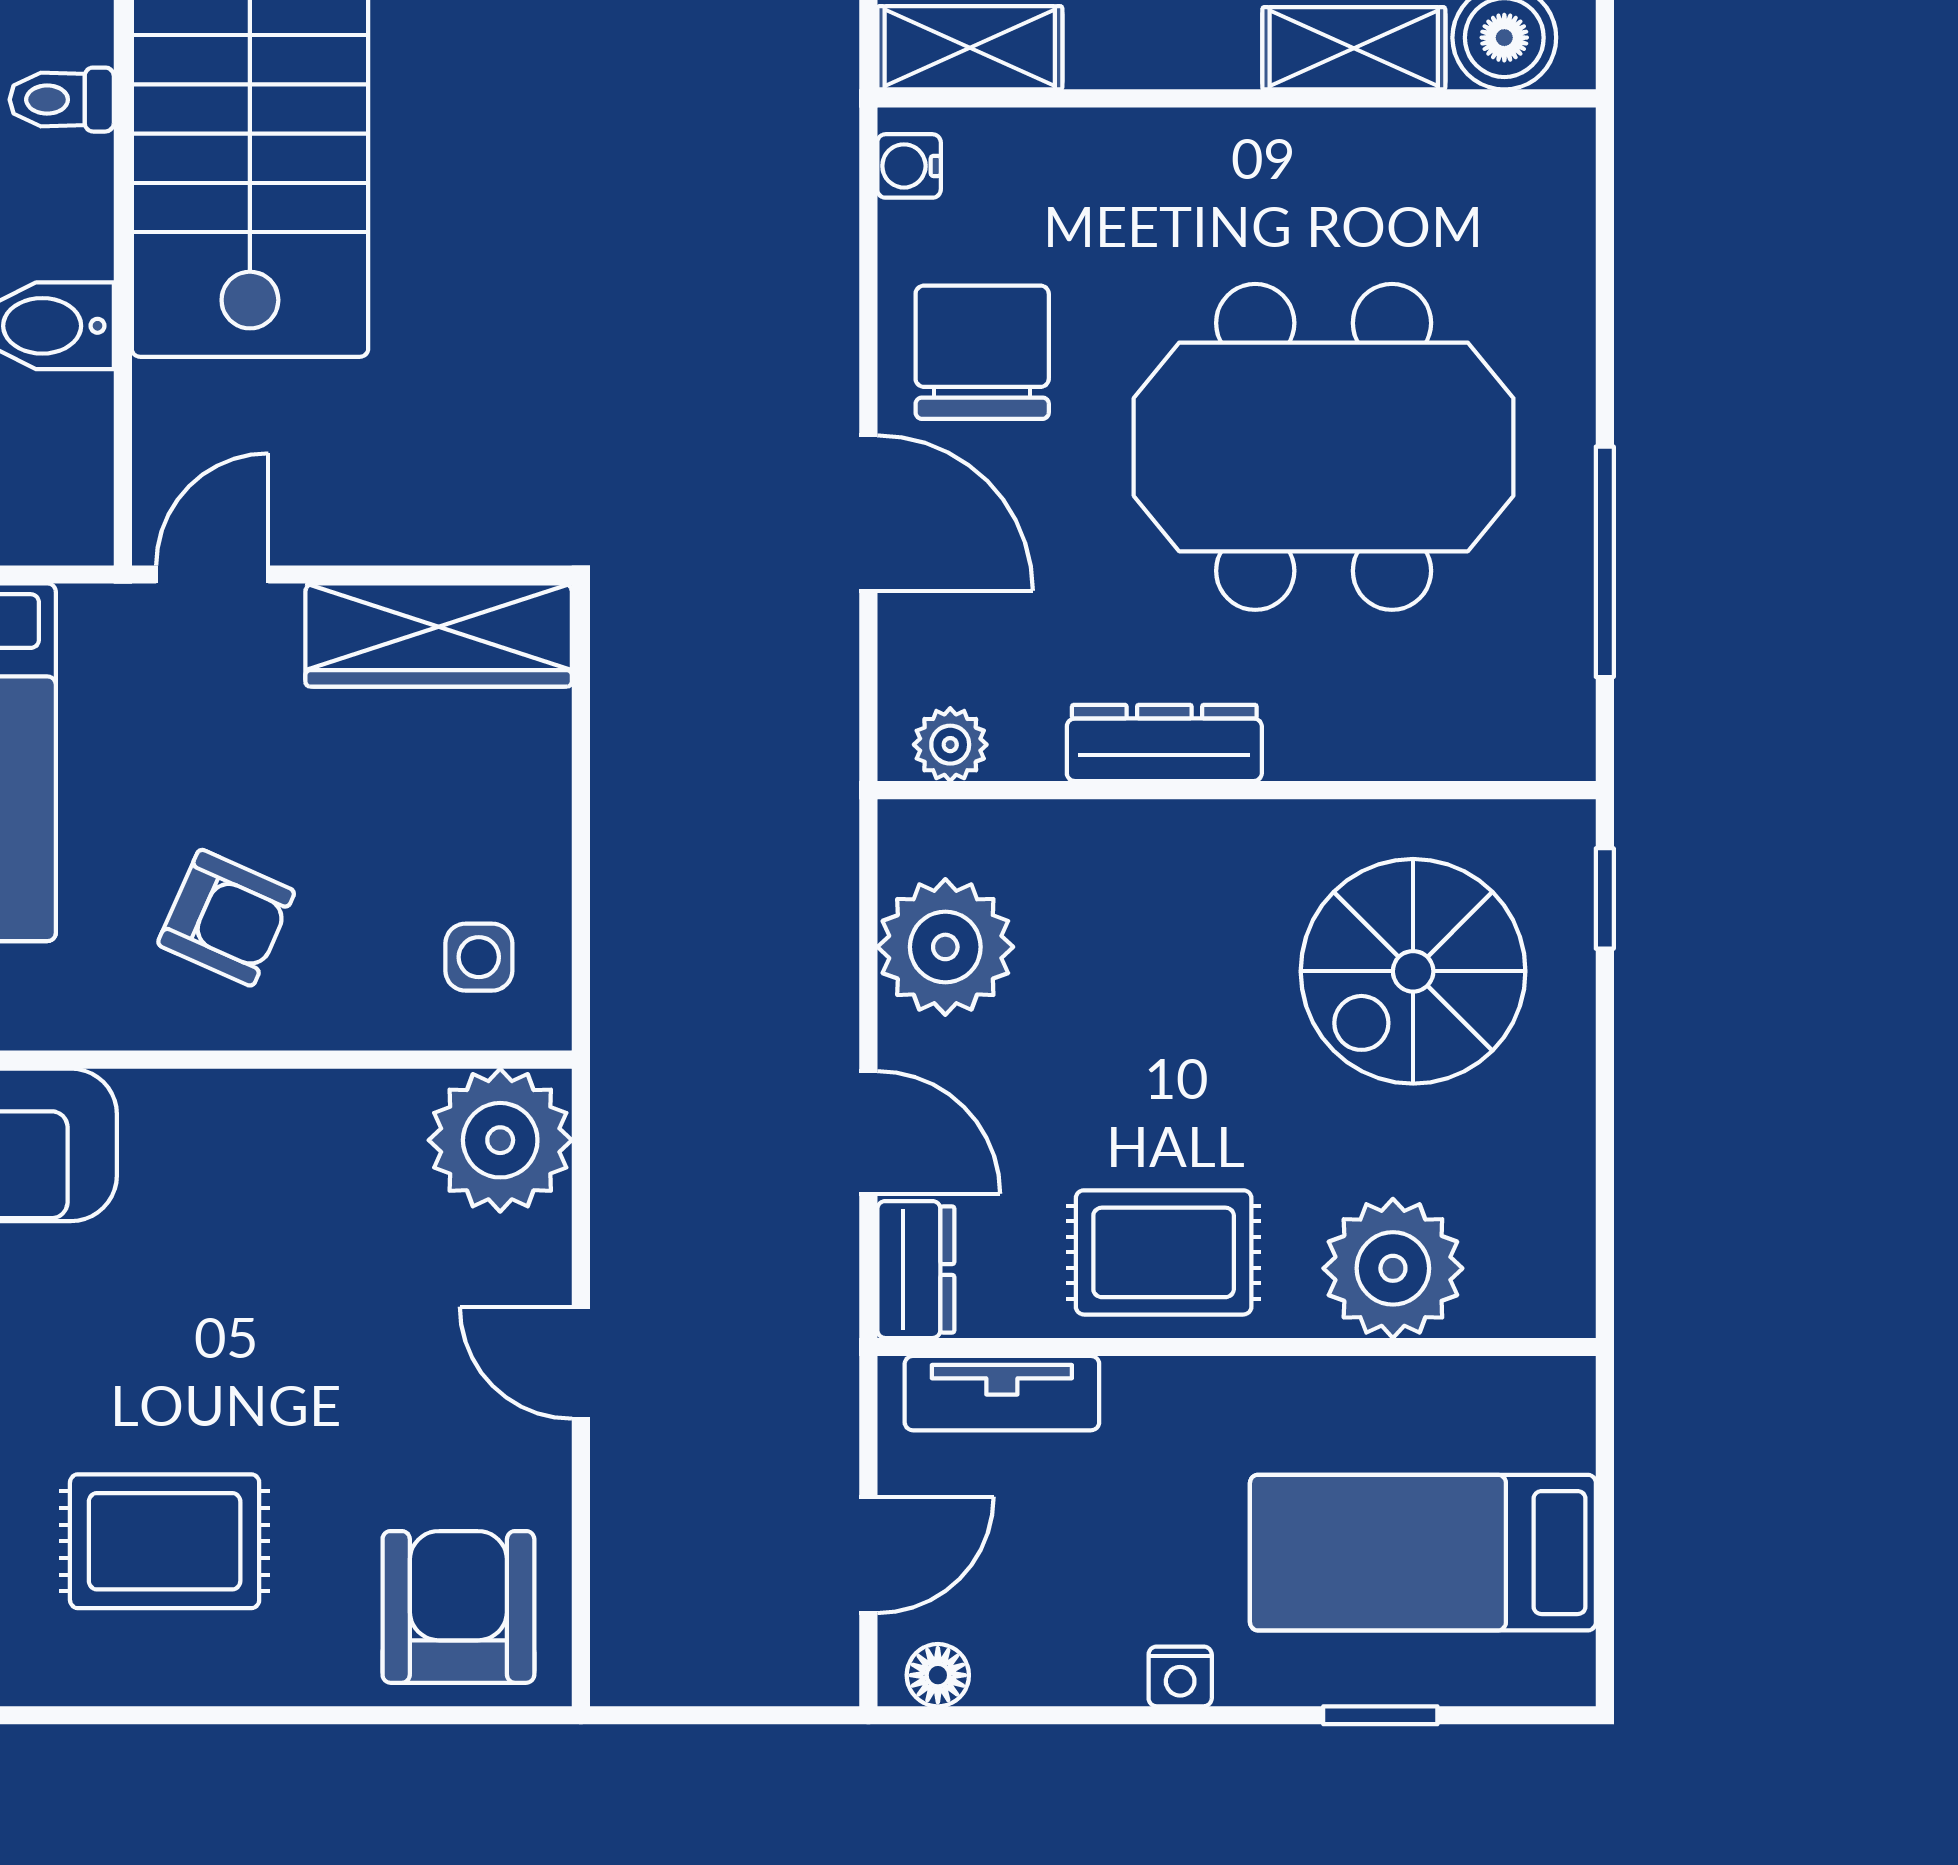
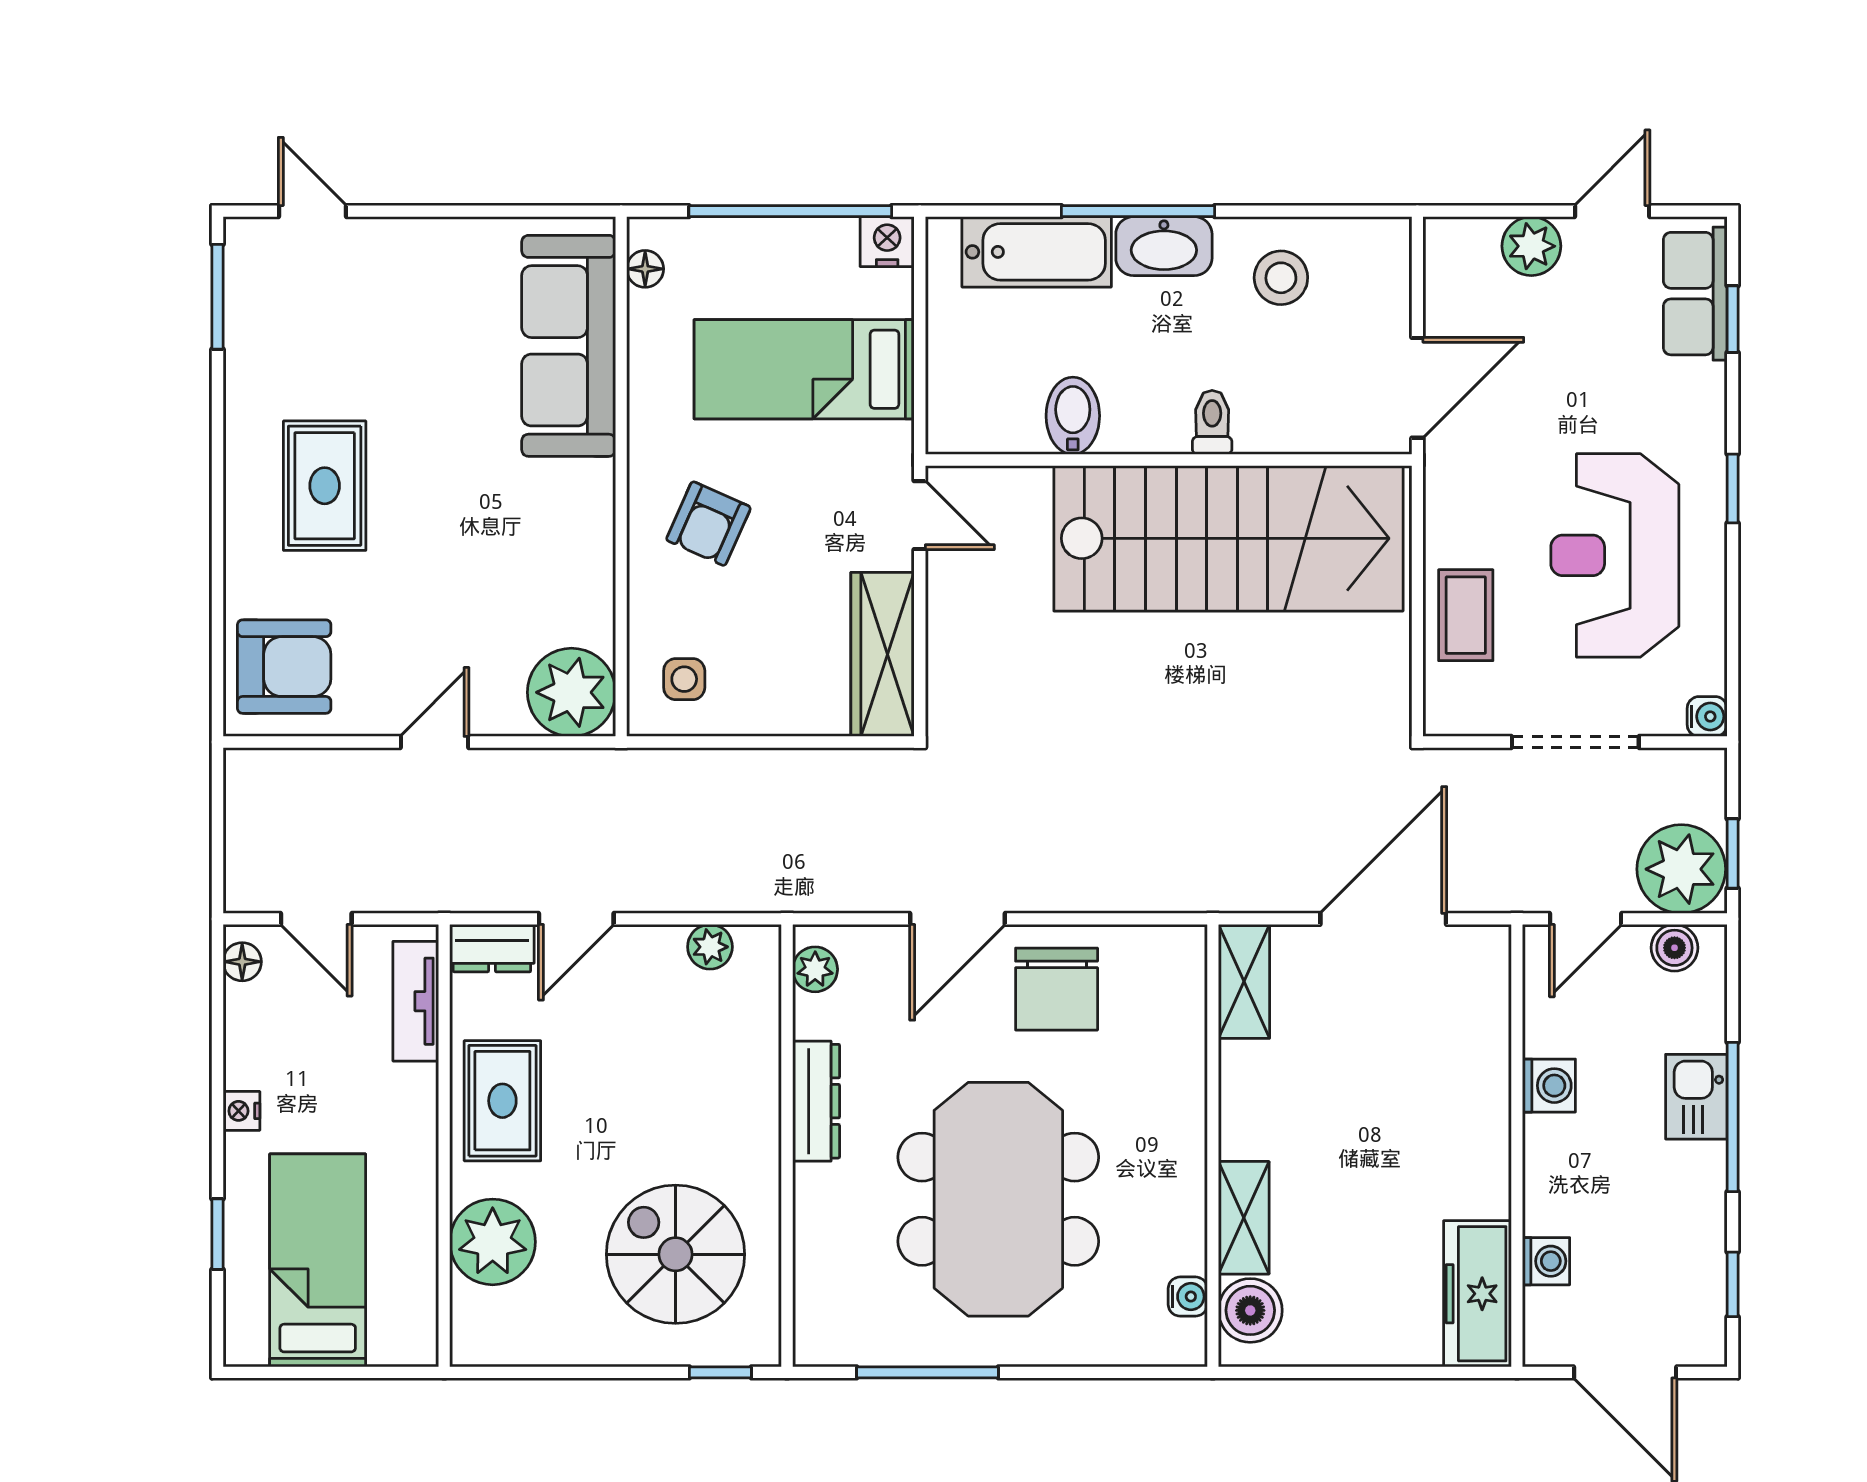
water cooler: (909, 166) -> (1188, 1297), moved, turned 90
chair: (982, 352) -> (1057, 989), turned 90
plant: (945, 947) -> (710, 947), width x0.53, depth x0.53

